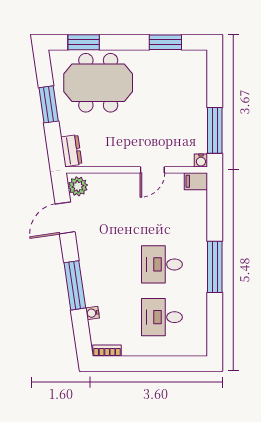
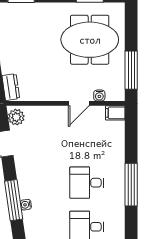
meeting table: (98, 83) -> (90, 40), moved
water cooler: (201, 161) -> (99, 96), moved
water cooler: (92, 313) -> (26, 205), moved

